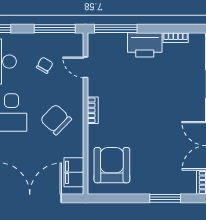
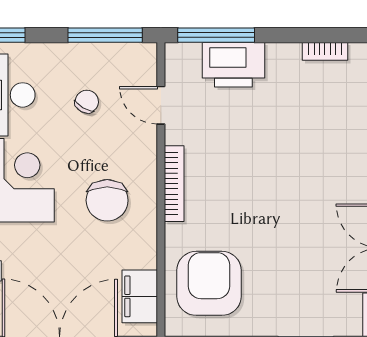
printer: (145, 45) -> (233, 65), moved
bookcase: (93, 110) -> (174, 184), width x1.56
chair: (56, 119) -> (107, 200), turned -134

